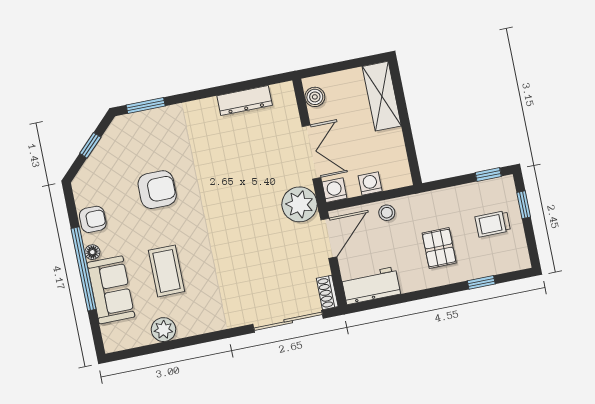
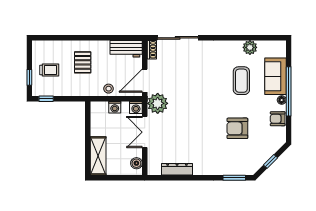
window: (481, 282) -> (63, 38), removed

